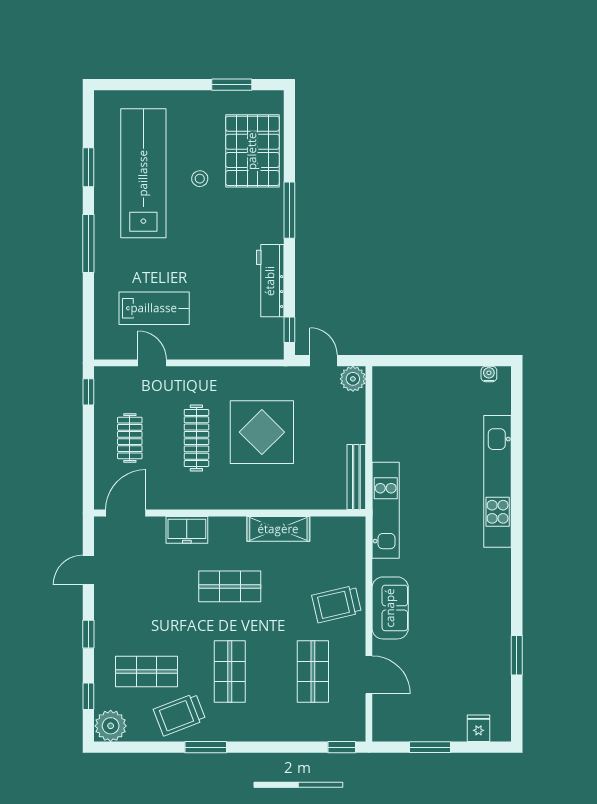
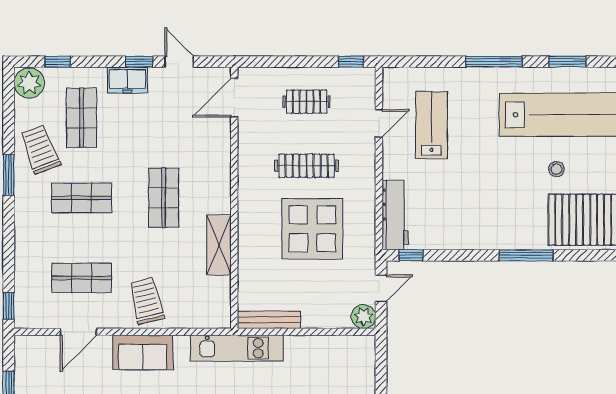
workbench: (270, 281) -> (395, 215), moved, turned 90
lab bench: (154, 308) -> (432, 125), turned 180
door: (126, 513) -> (234, 98), swing flipped
freezer: (187, 530) -> (127, 80), moved, turned -90
window: (88, 634) -> (139, 62), moved

